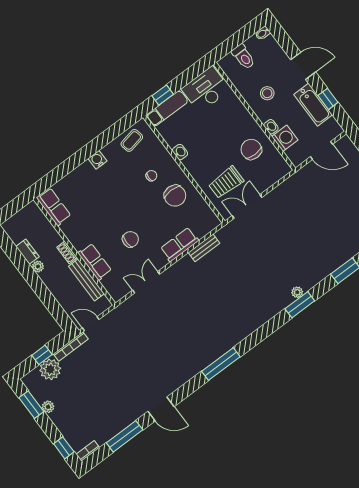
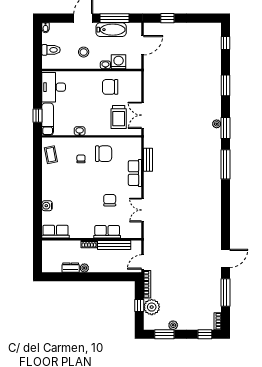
window: (328, 99) -> (115, 18), width x2.17
water cooler: (97, 160) -> (47, 206), moved
window: (221, 364) -> (225, 164), moved

